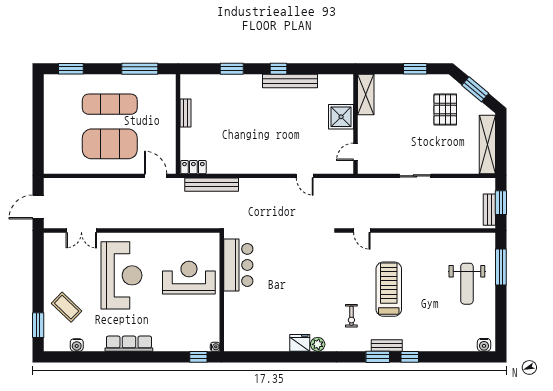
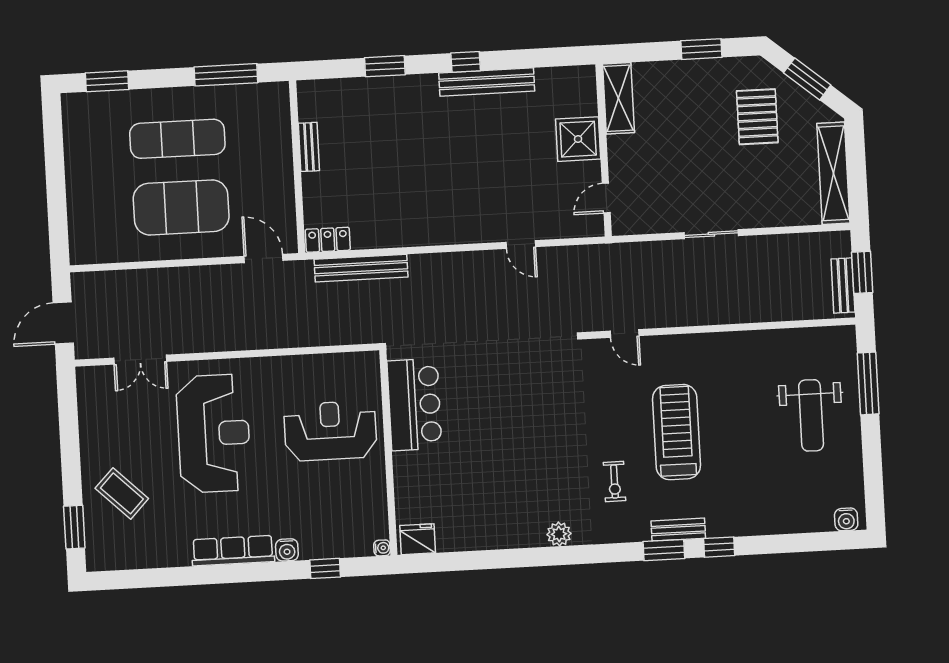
fridge: (300, 343) -> (418, 539), moved
water cooler: (77, 345) -> (287, 550), moved
window: (198, 357) -> (325, 568), moved

